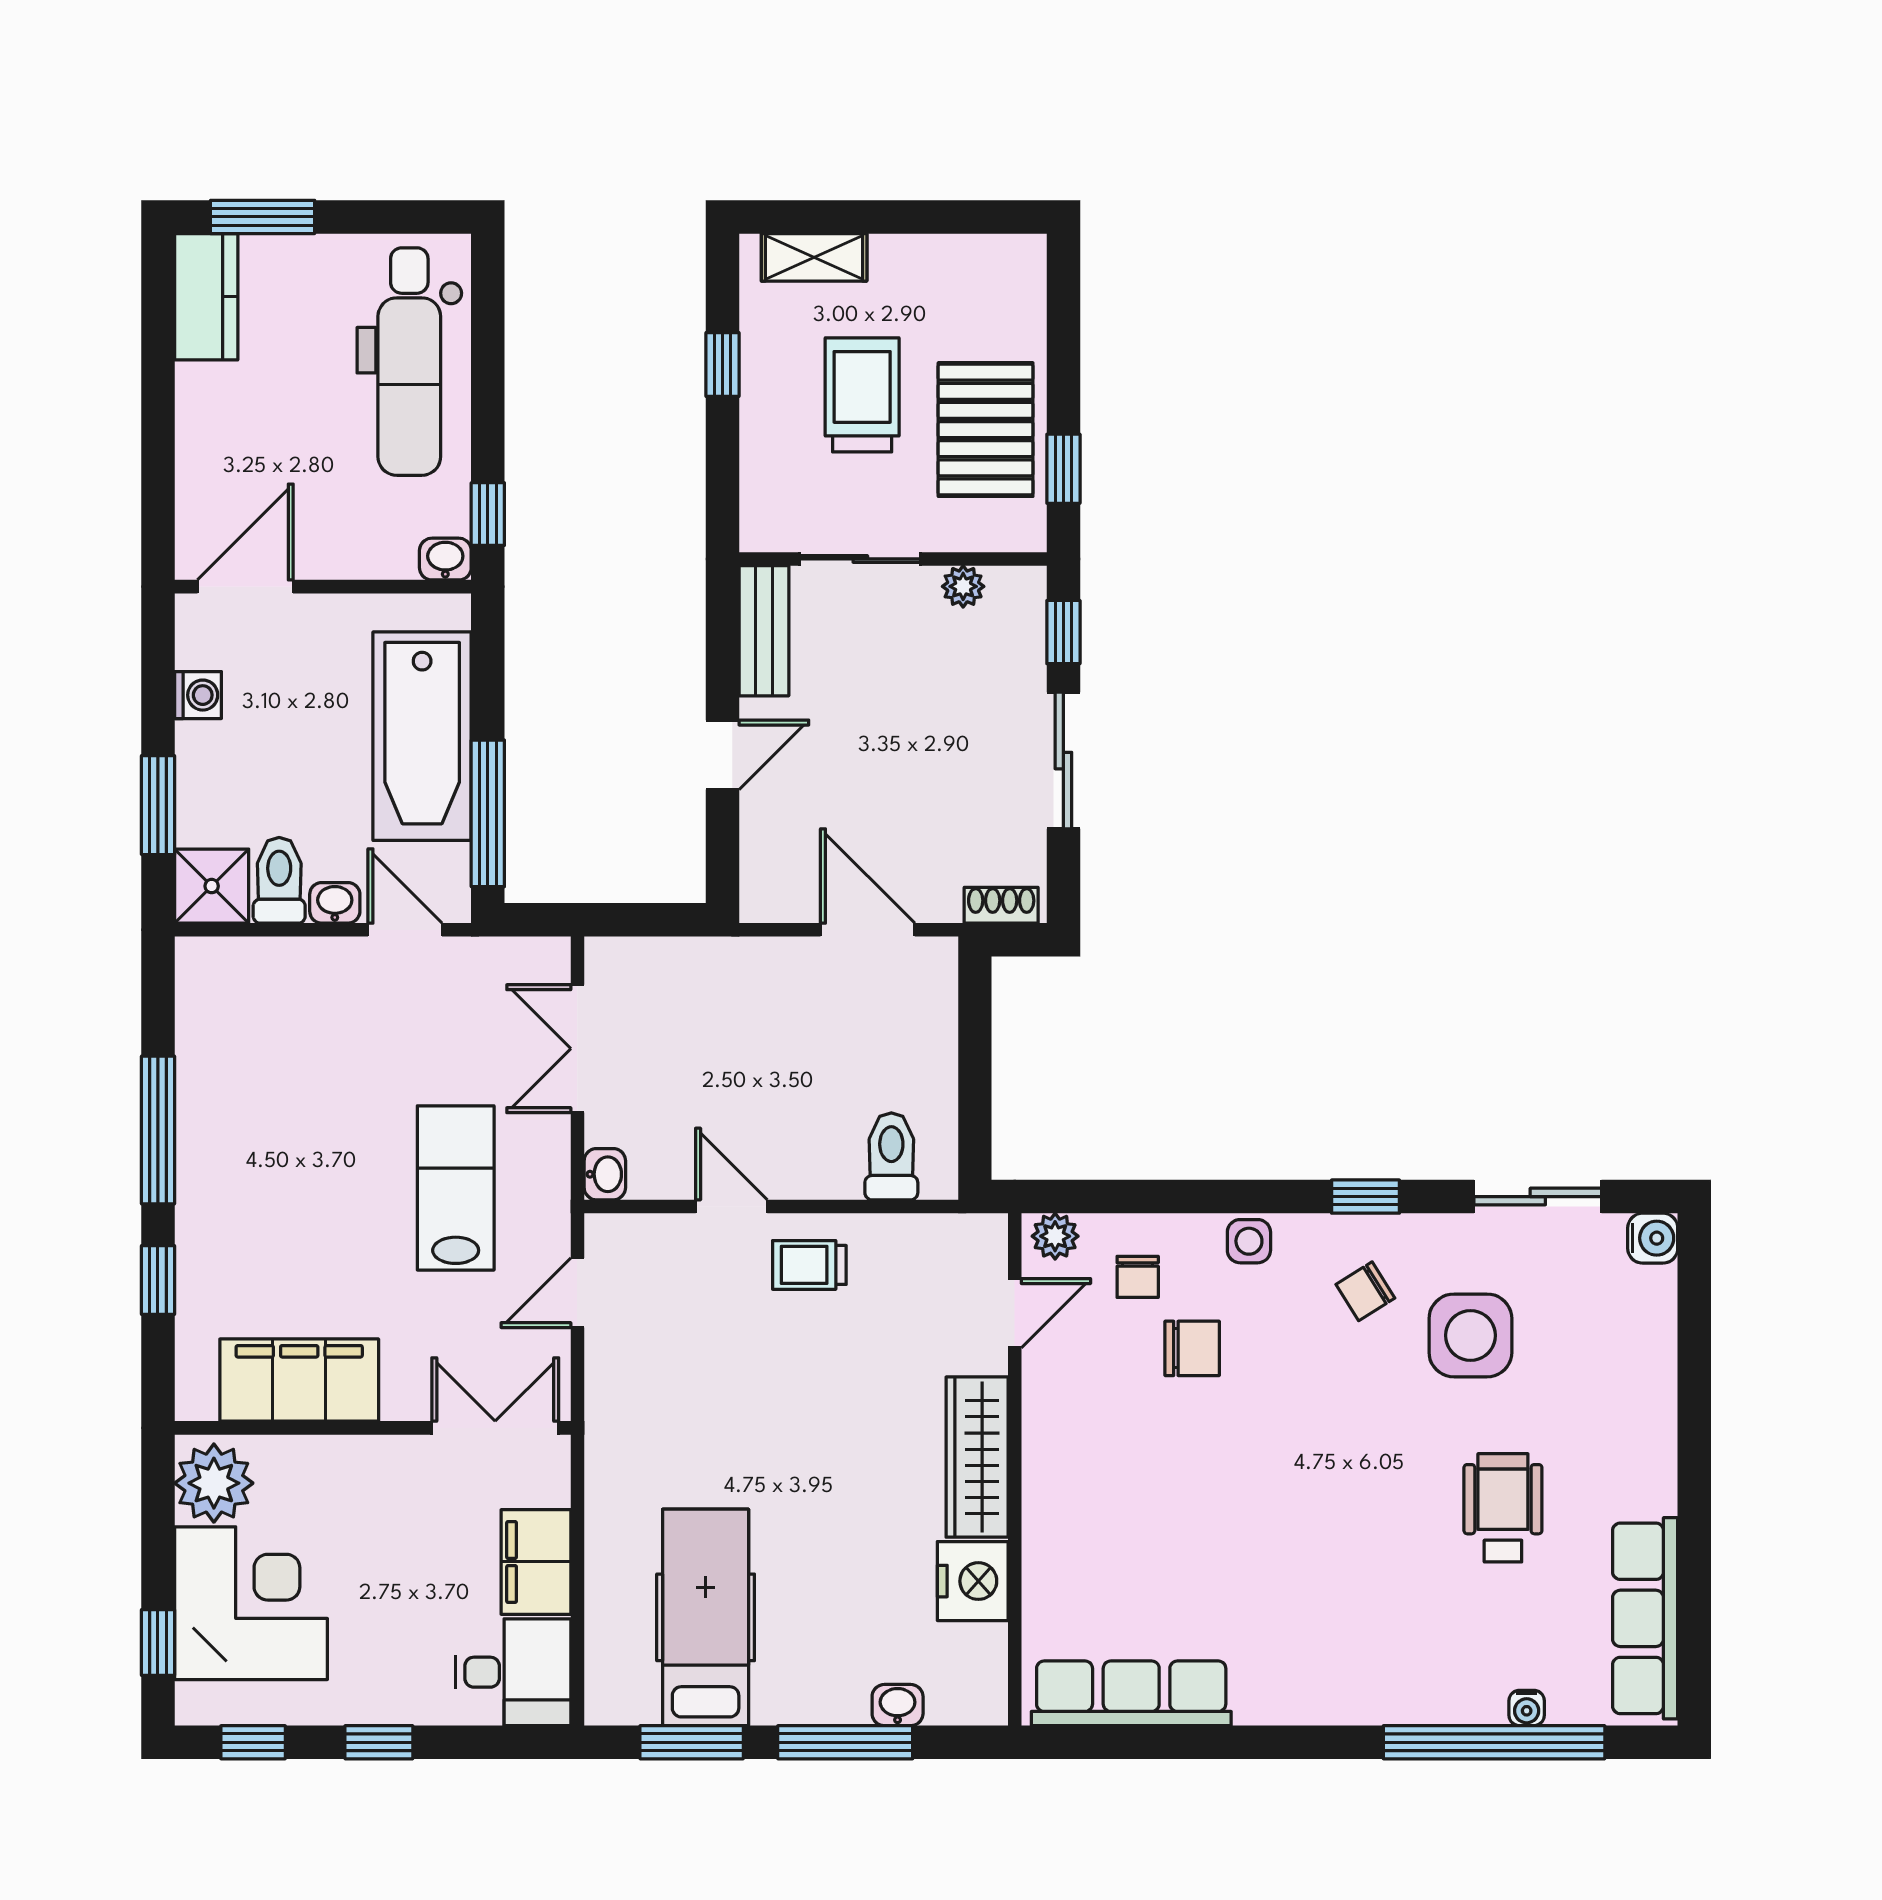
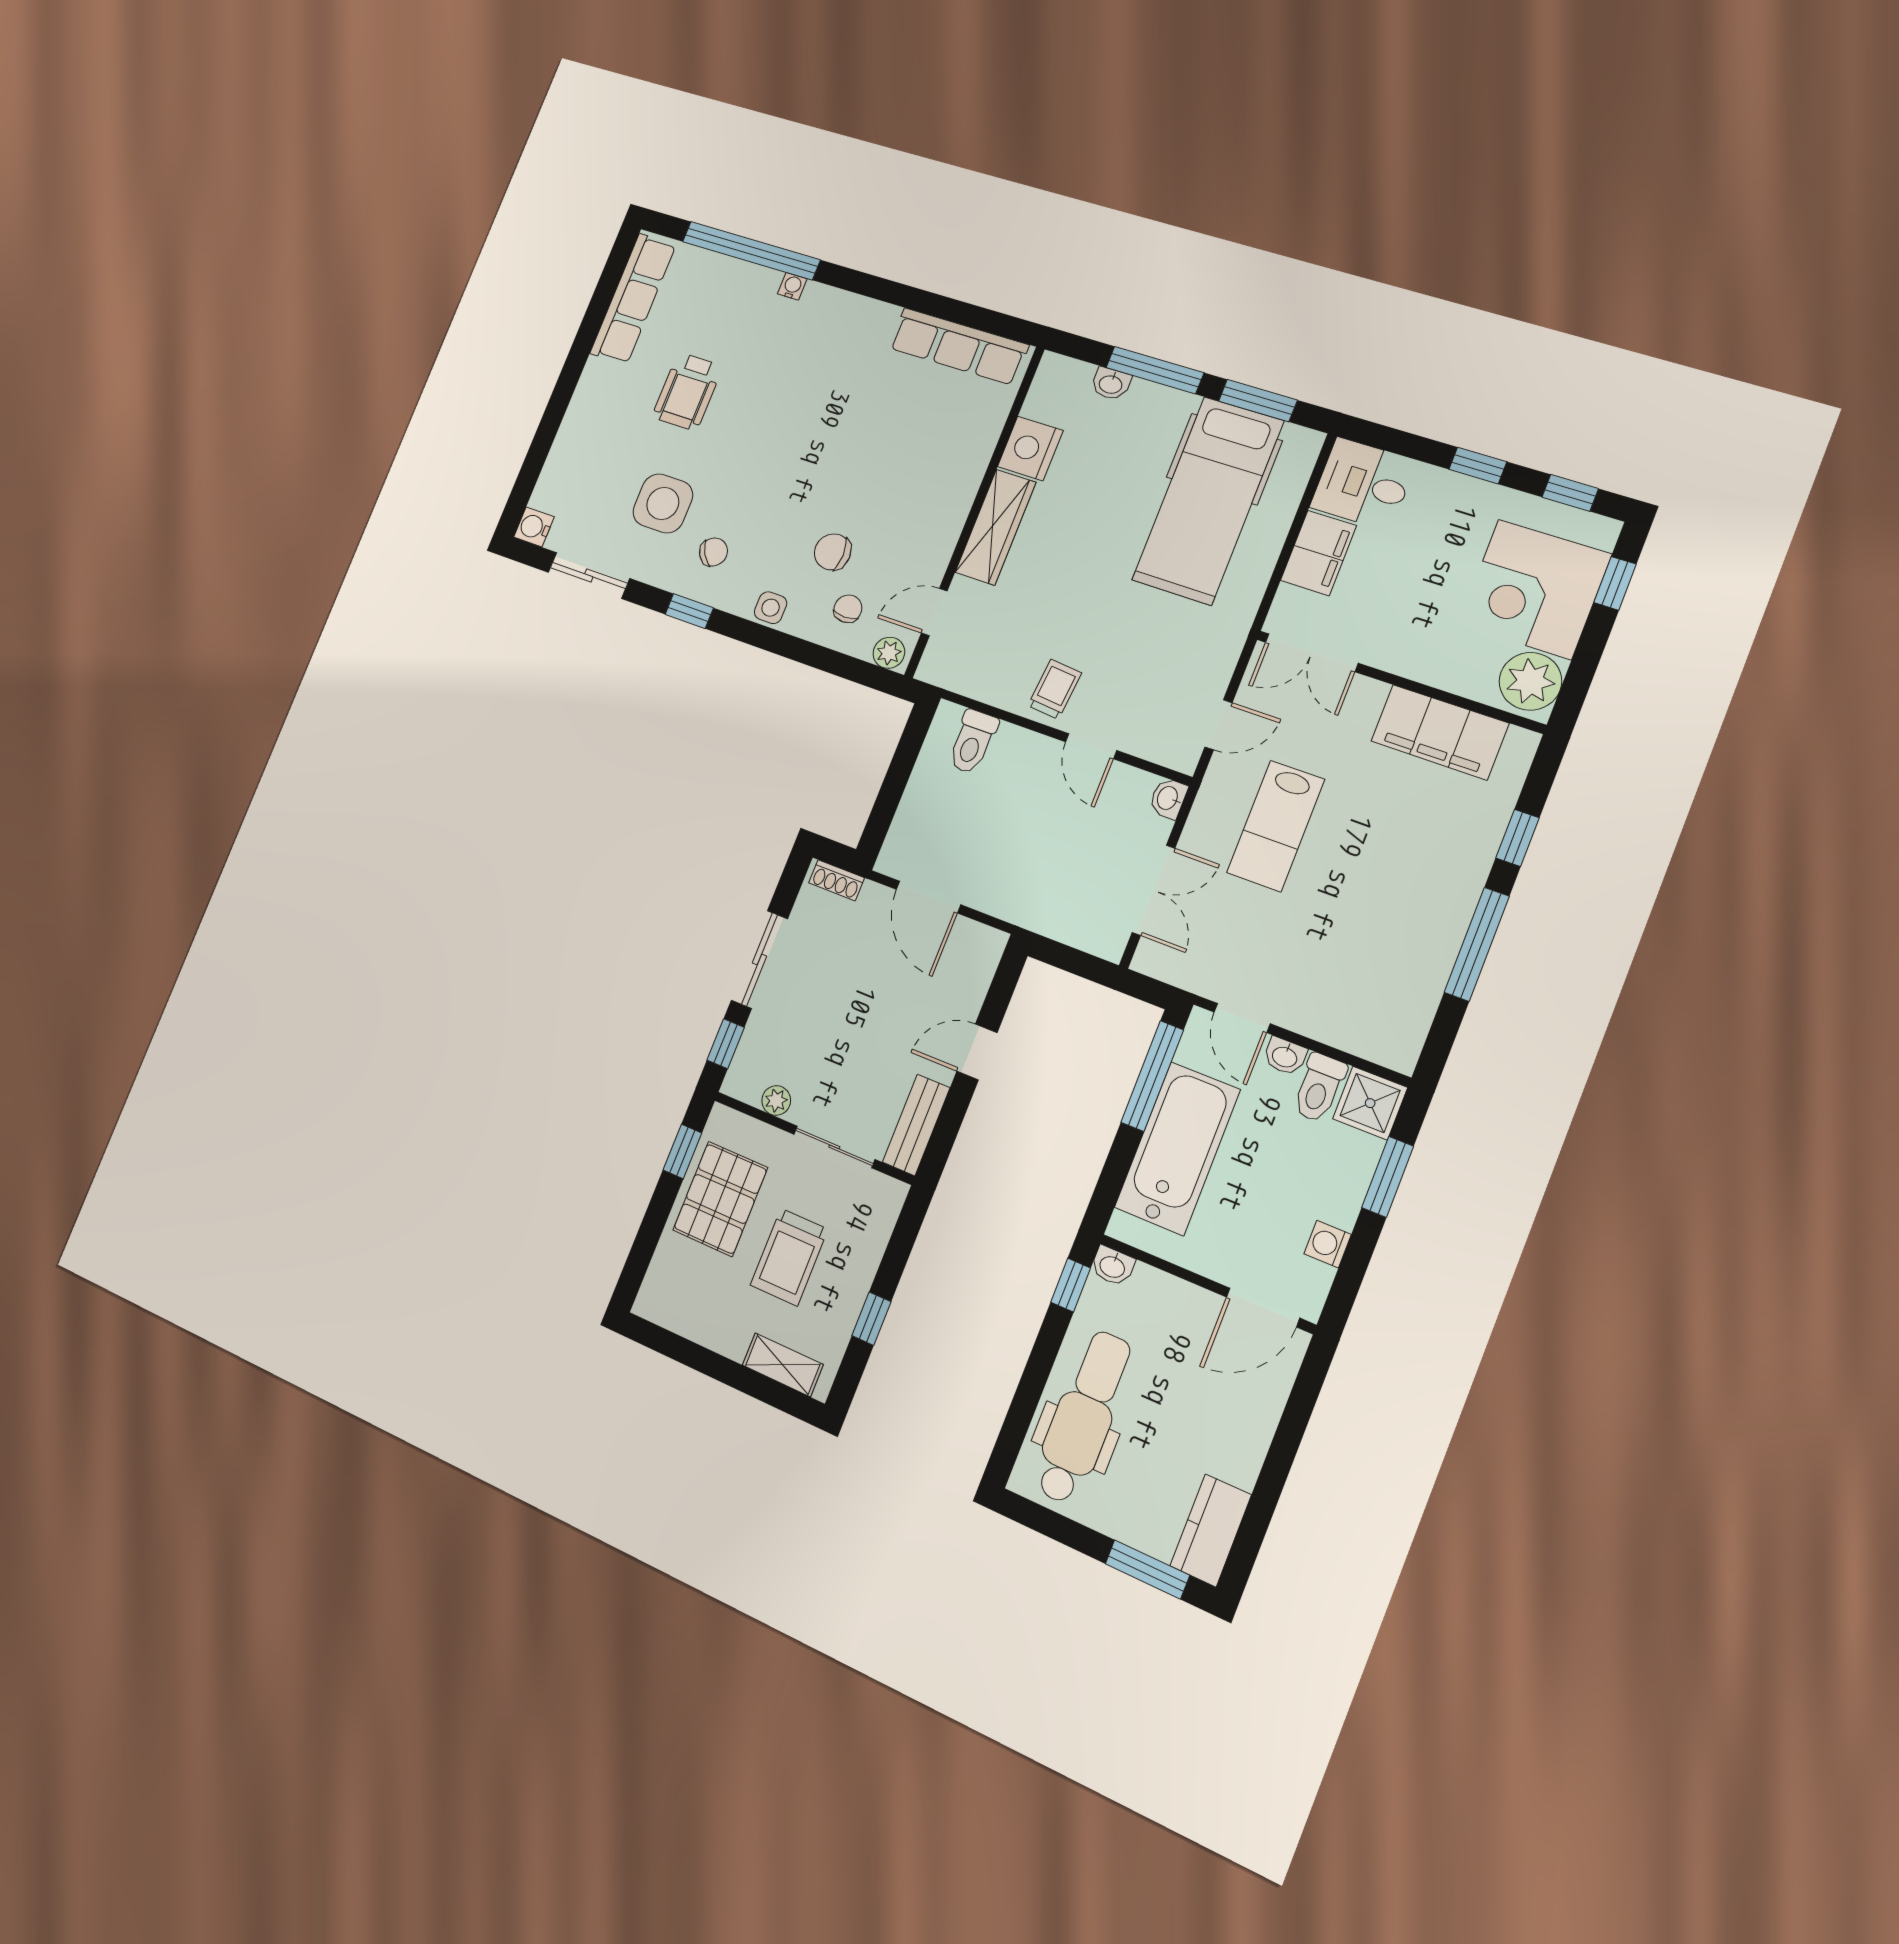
trolley: (809, 1265) -> (1055, 689), turned -85
hospital bed: (706, 1617) -> (1208, 500), width x1.37, depth x1.29
water cooler: (1527, 1708) -> (792, 286), moved

